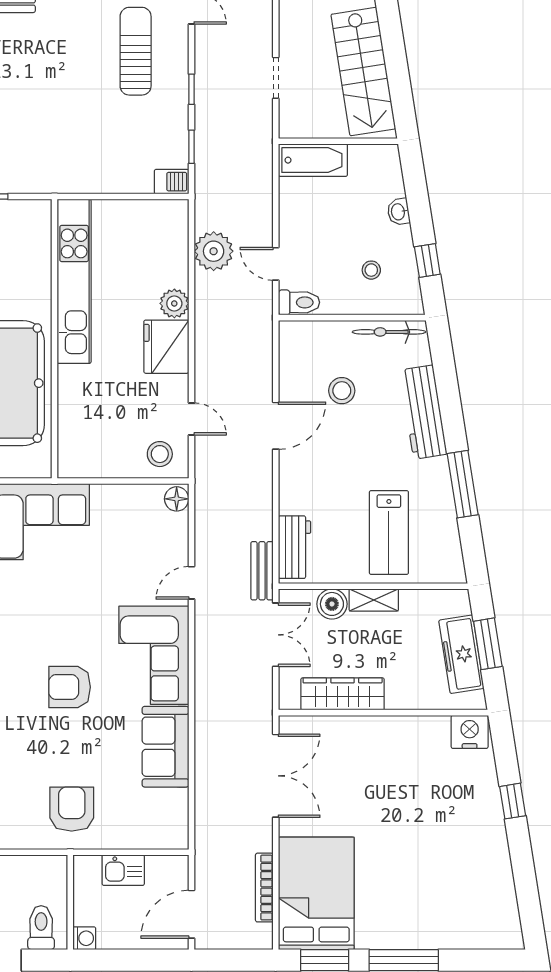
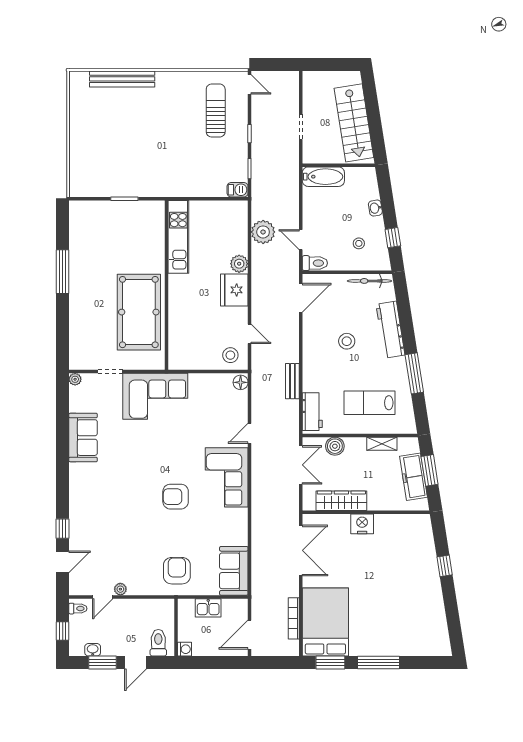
kitchen unit: (74, 281) -> (178, 237), width x0.73
stool: (342, 391) -> (347, 341), moved
door: (276, 426) -> (301, 298), moved
lab bench: (389, 532) -> (369, 403), turned 90
bench: (262, 571) -> (292, 381), moved
shelving: (374, 600) -> (382, 444), moved
nightstand: (470, 732) -> (362, 524), moved
sofa: (166, 747) -> (234, 571), moved

